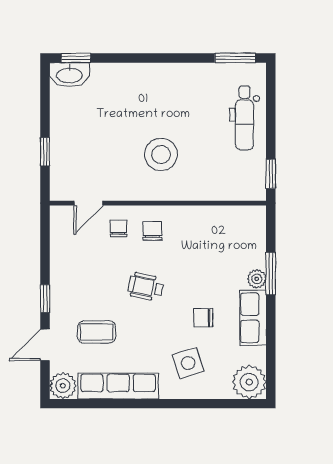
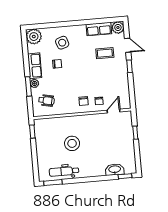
washbasin: (69, 75) -> (115, 170), moved
dental chair: (245, 118) -> (64, 171), moved, turned -90
stool: (161, 155) -> (72, 143), moved
wheelchair: (146, 287) -> (46, 100), moved
door: (45, 345) -> (128, 45), hinge flipped
row of seats: (118, 386) -> (99, 29), width x0.68

